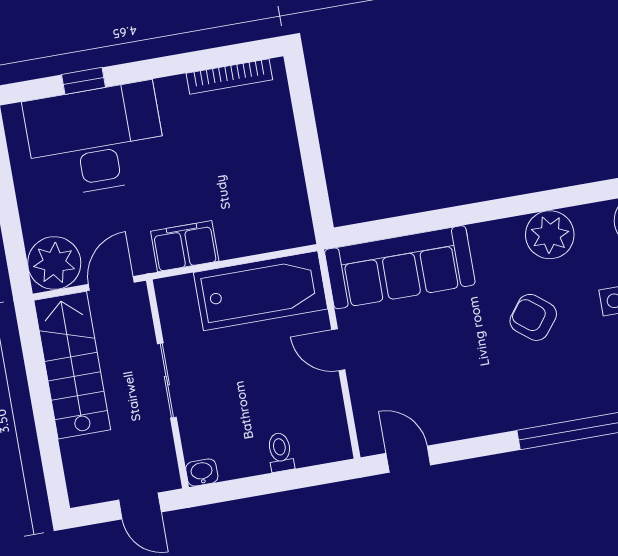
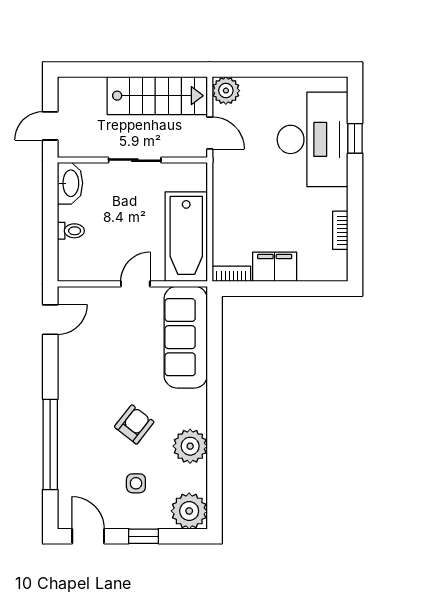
bookcase: (229, 77) -> (340, 230), width x0.64
bookcase: (301, 219) -> (231, 274), added
filing cabinet: (185, 246) -> (275, 267), moved, turned -90
plant: (54, 263) -> (226, 91), width x0.73, depth x0.73
washbasin: (202, 472) -> (70, 183), width x1.91, depth x1.45

